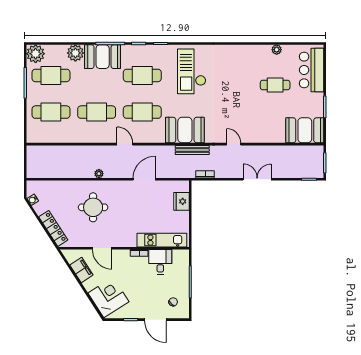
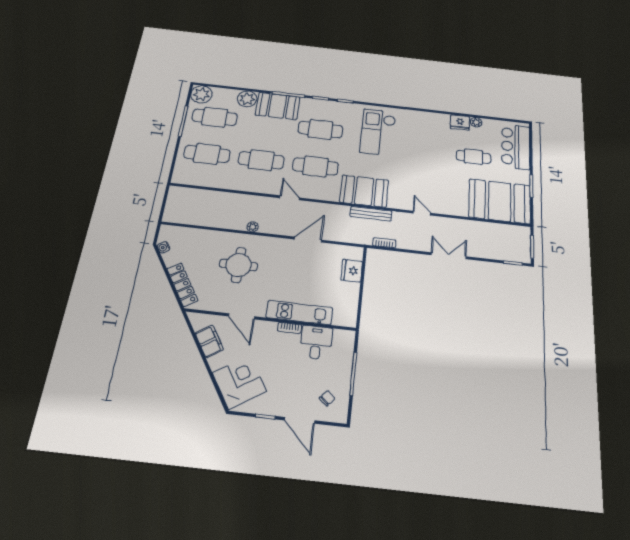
fridge: (262, 52) -> (460, 122), added
booth: (305, 130) -> (500, 201), width x1.36, depth x1.42
kitchen unit: (162, 240) -> (299, 313), moved

